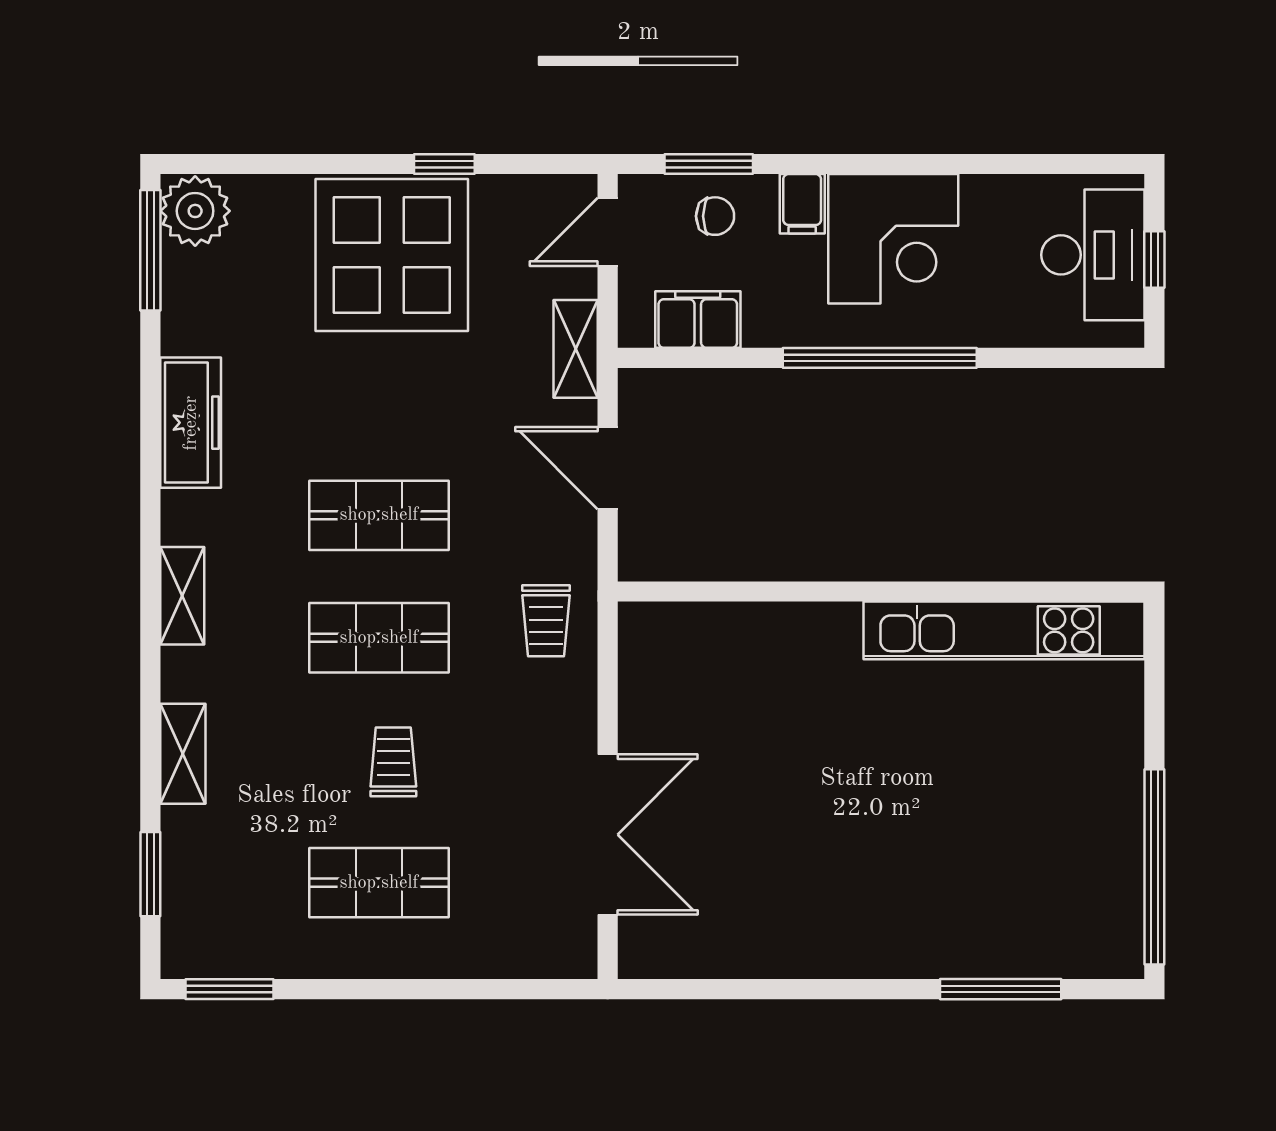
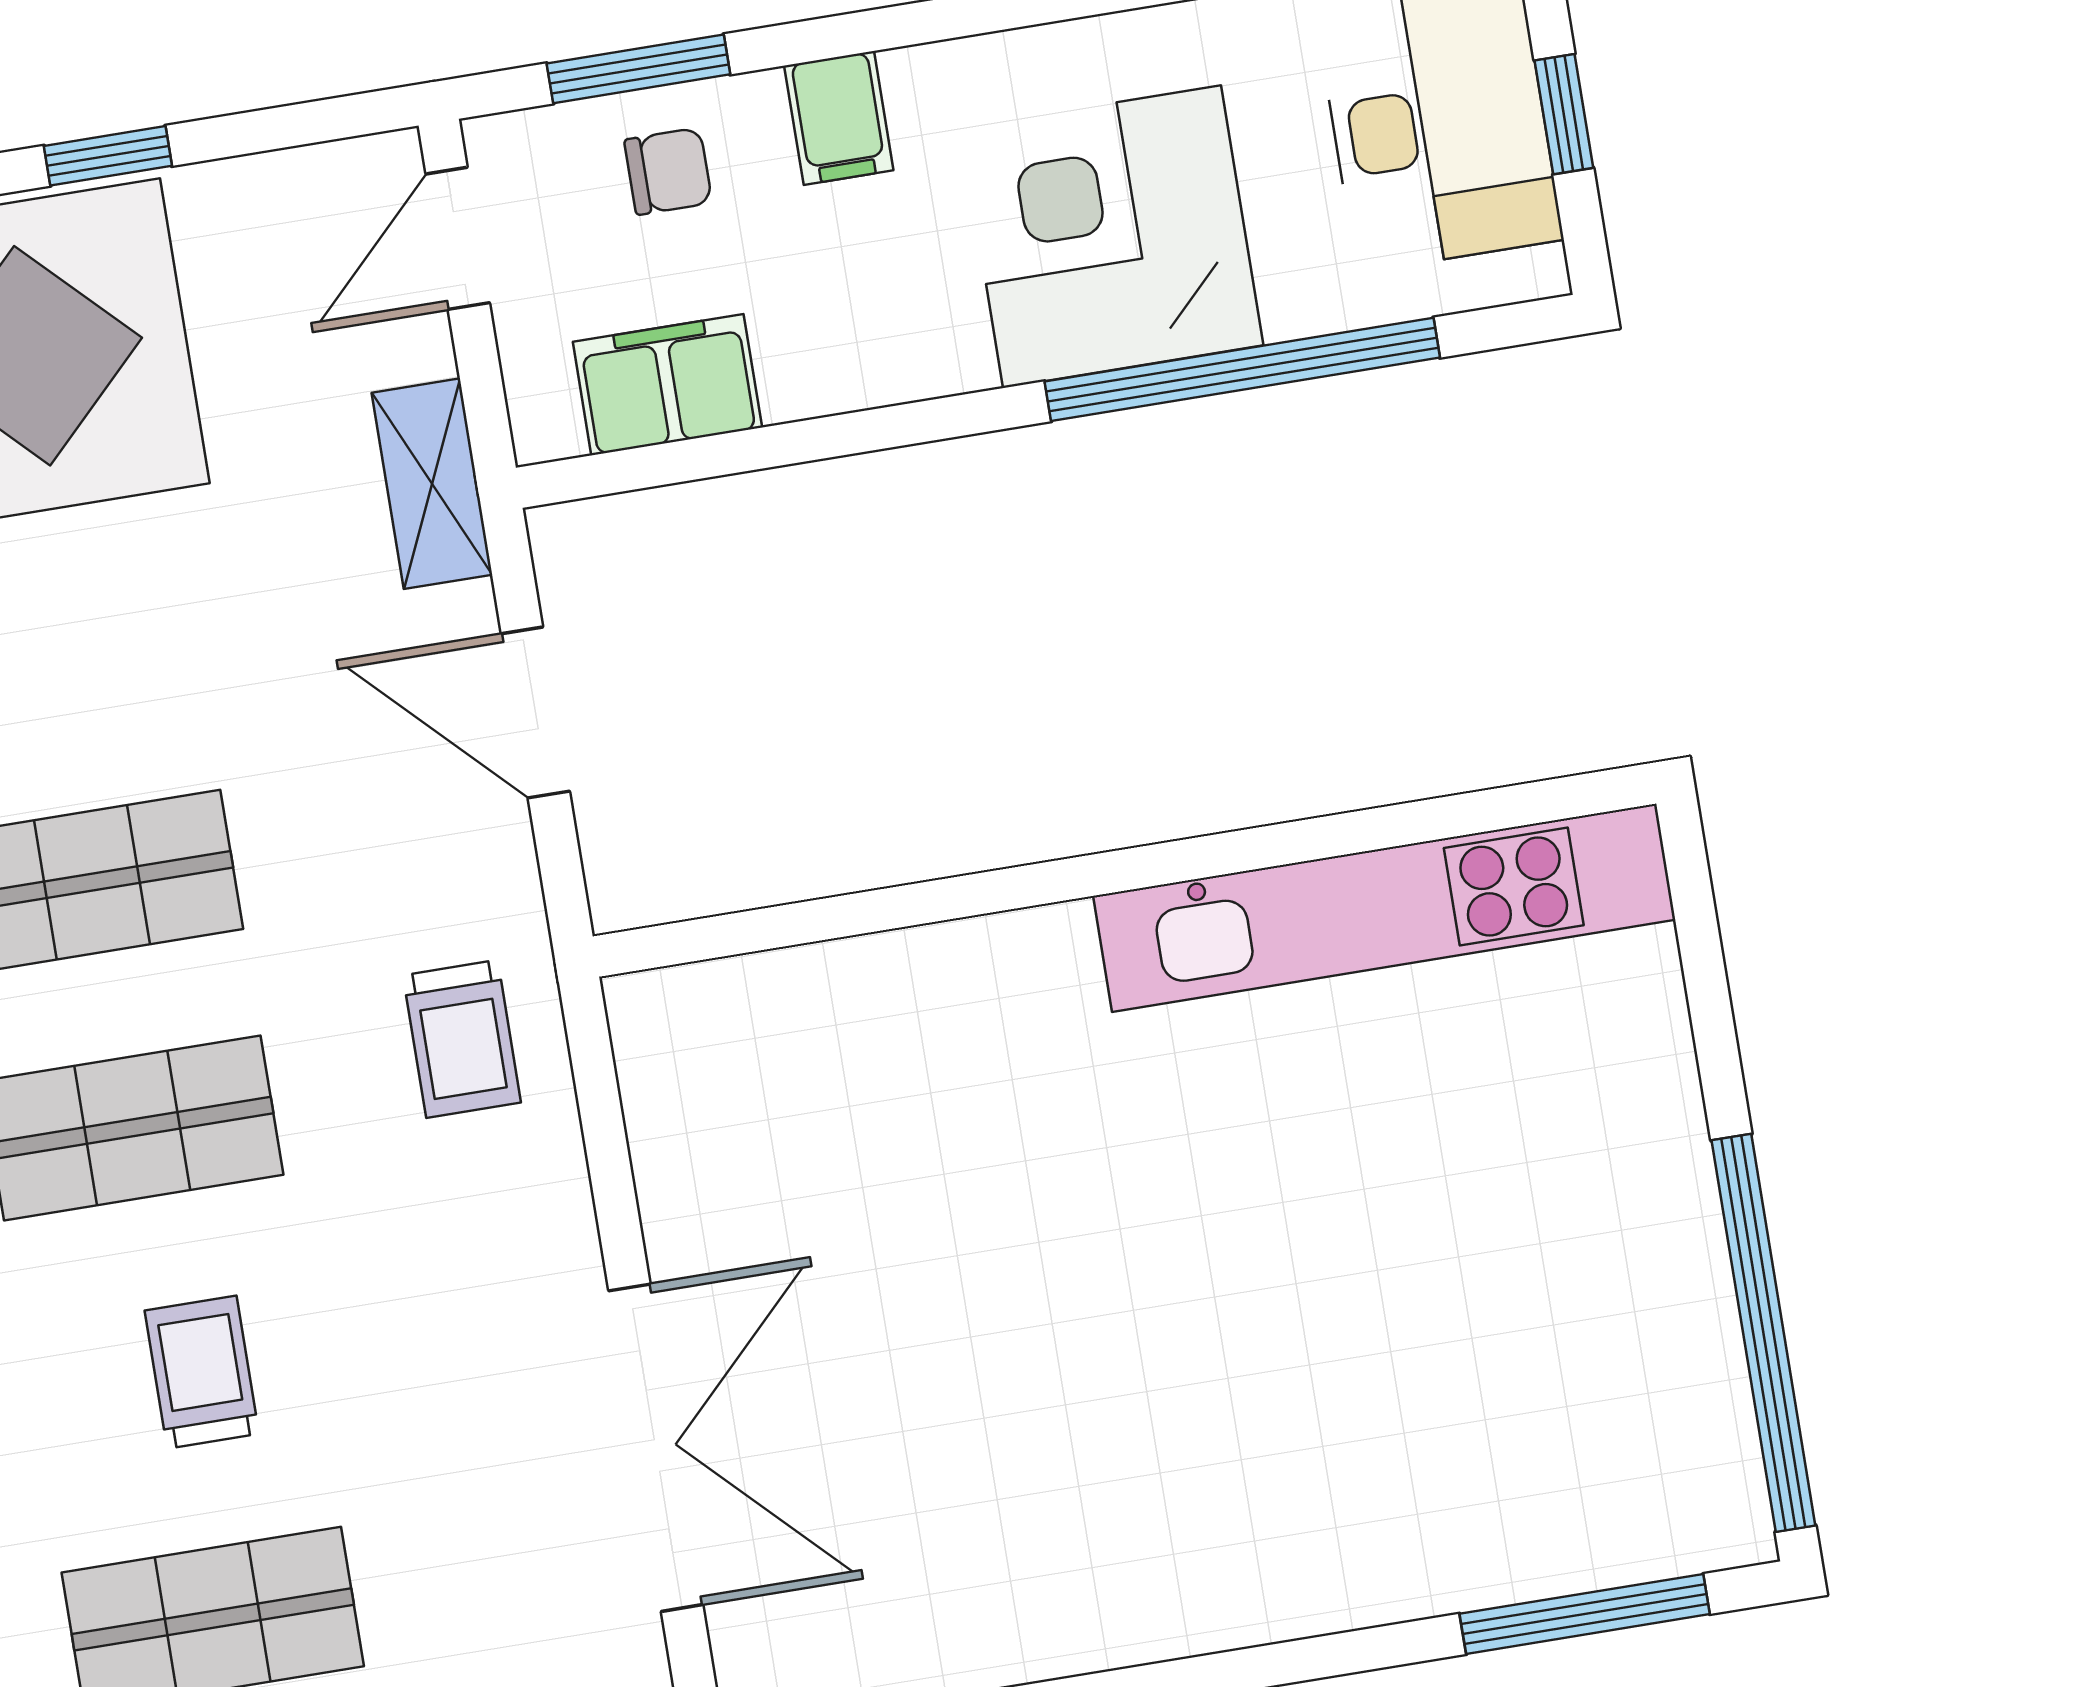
corner desk: (893, 239) -> (1112, 237), moved, turned 180
window: (880, 358) -> (1242, 369), moved
window: (1001, 989) -> (1585, 1614), moved

